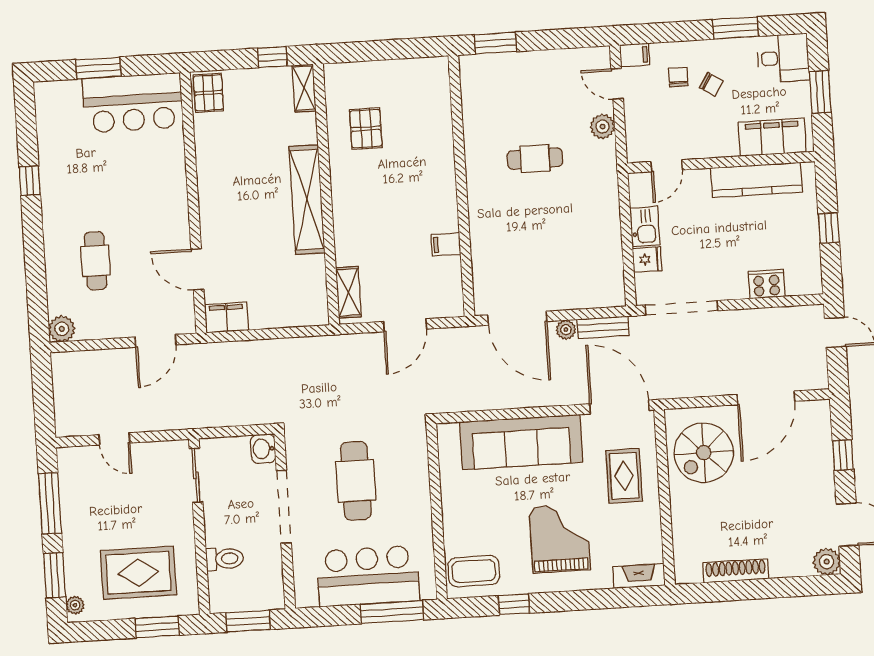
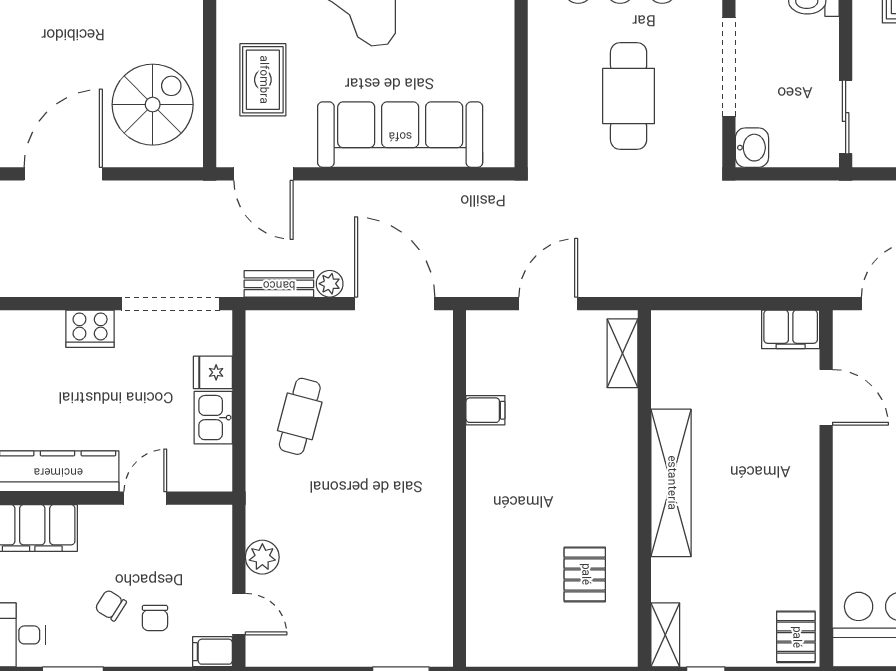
cafe table: (535, 159) -> (300, 416), moved, turned -75
door: (667, 166) -> (145, 498), moved
cooker: (767, 284) -> (90, 329), moved
door: (619, 407) -> (264, 174), width x0.73

